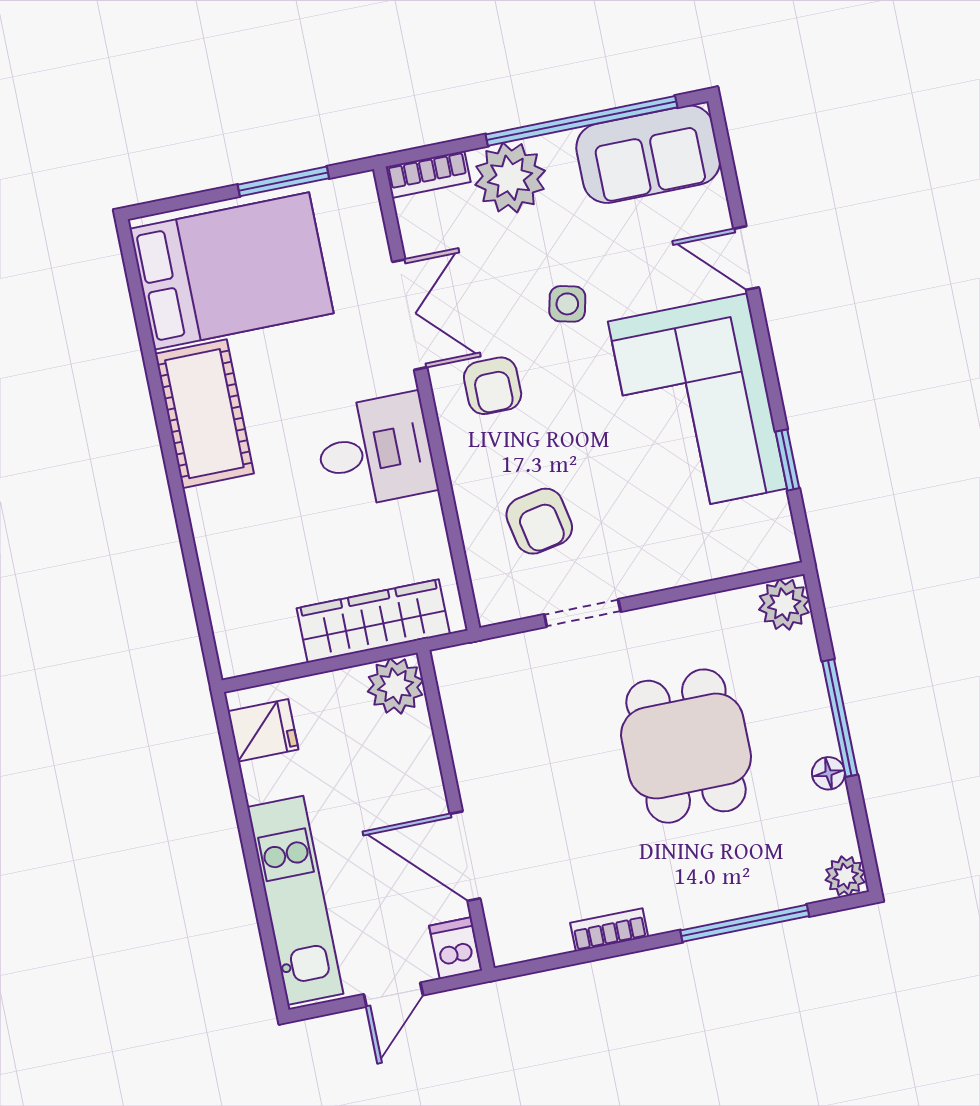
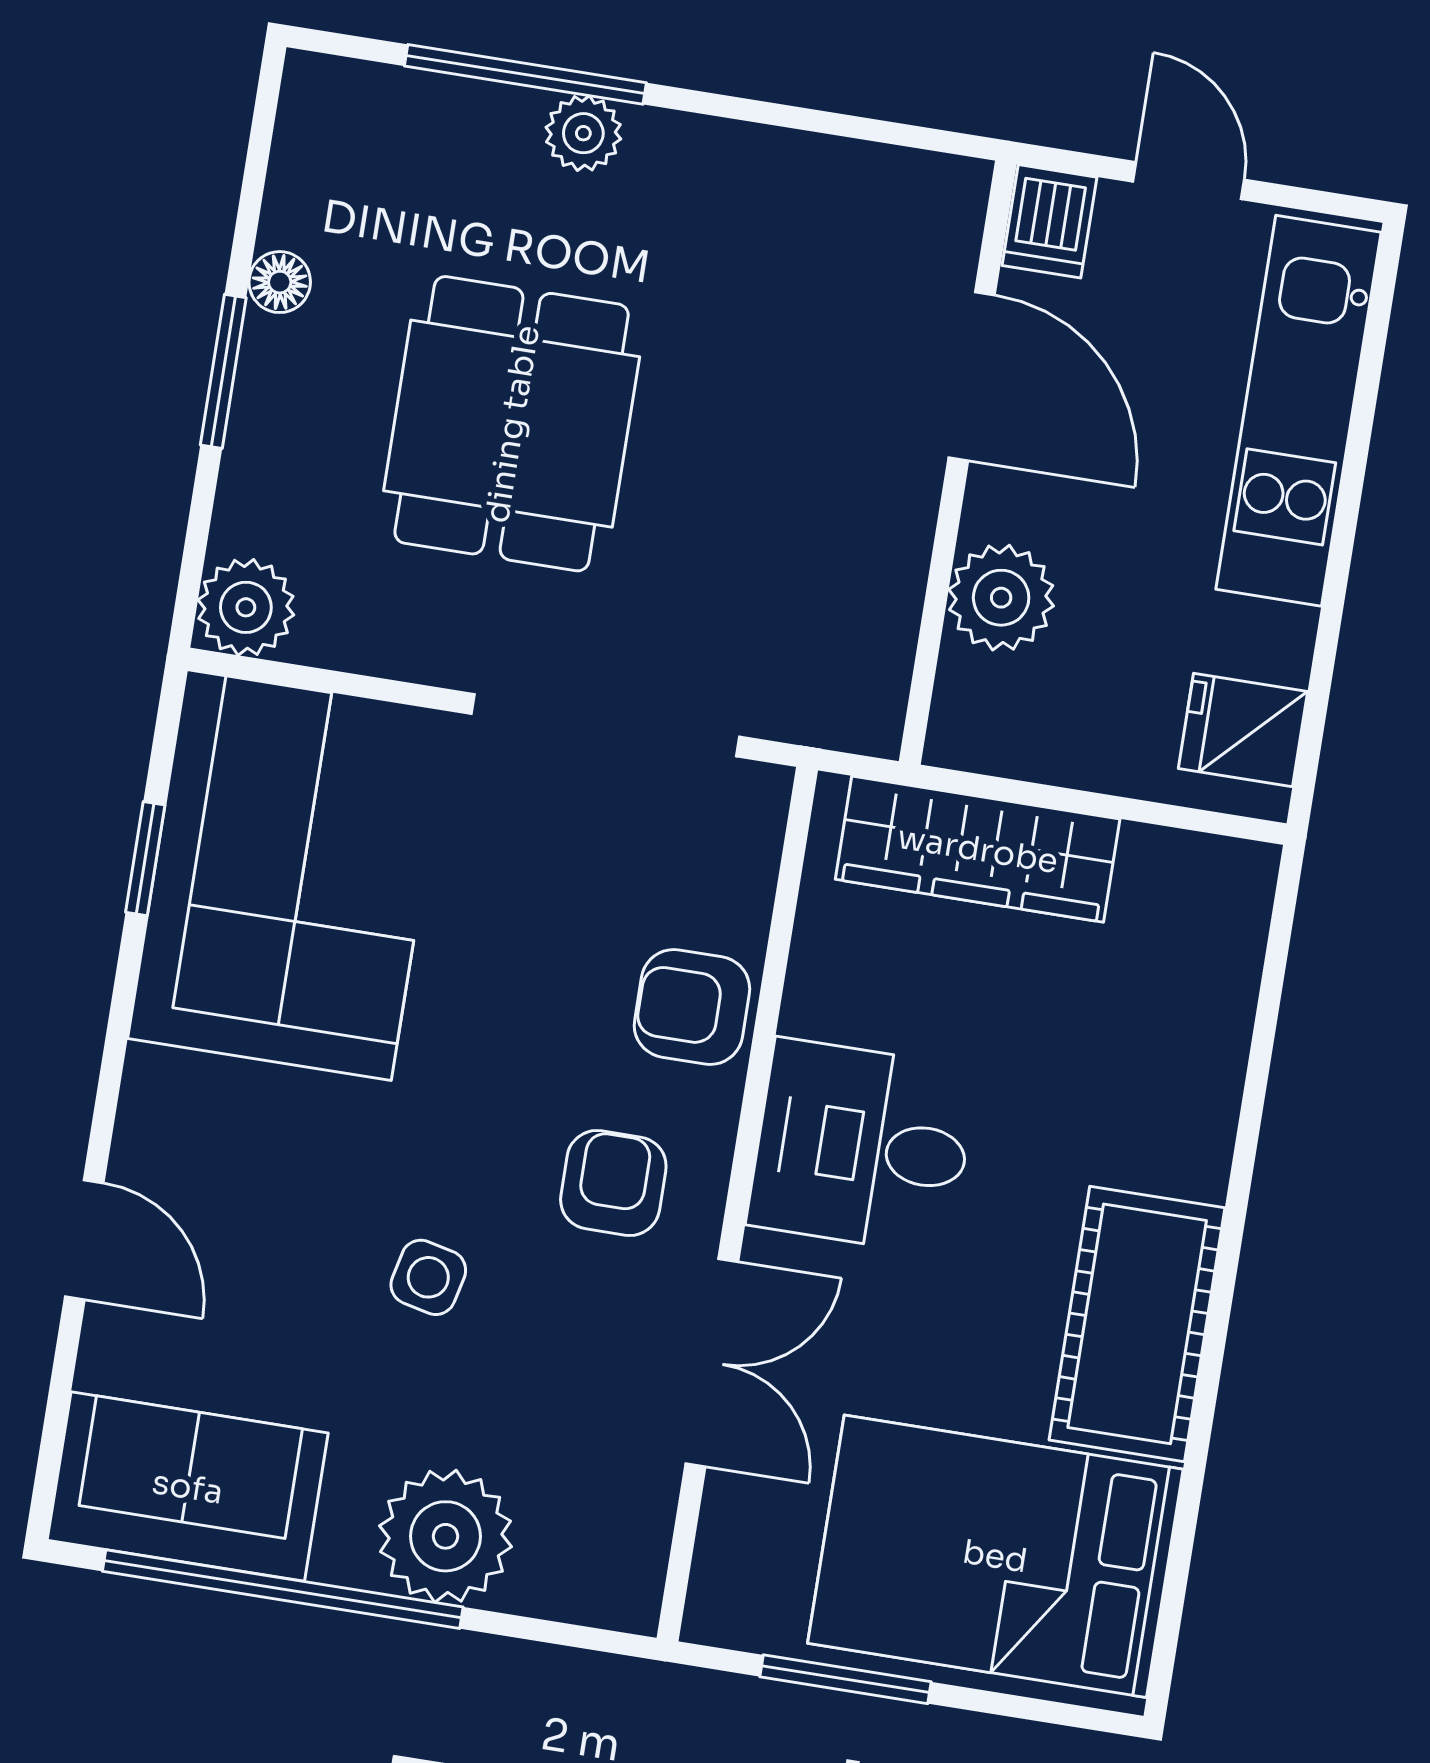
bookcase: (428, 174) -> (587, 1596), removed
double door: (410, 315) -> (712, 1363), swing flipped
corner sofa: (698, 405) -> (289, 875), moved
armchair: (539, 521) -> (692, 1007), moved, turned -79
doorway: (582, 613) -> (606, 725), width x1.88
plant: (396, 686) -> (1001, 598), moved
window: (840, 718) -> (223, 371), width x0.69
plant: (845, 876) -> (583, 133), moved
bookcase: (609, 930) -> (767, 152), removed
door: (393, 995) -> (1189, 181), hinge flipped

